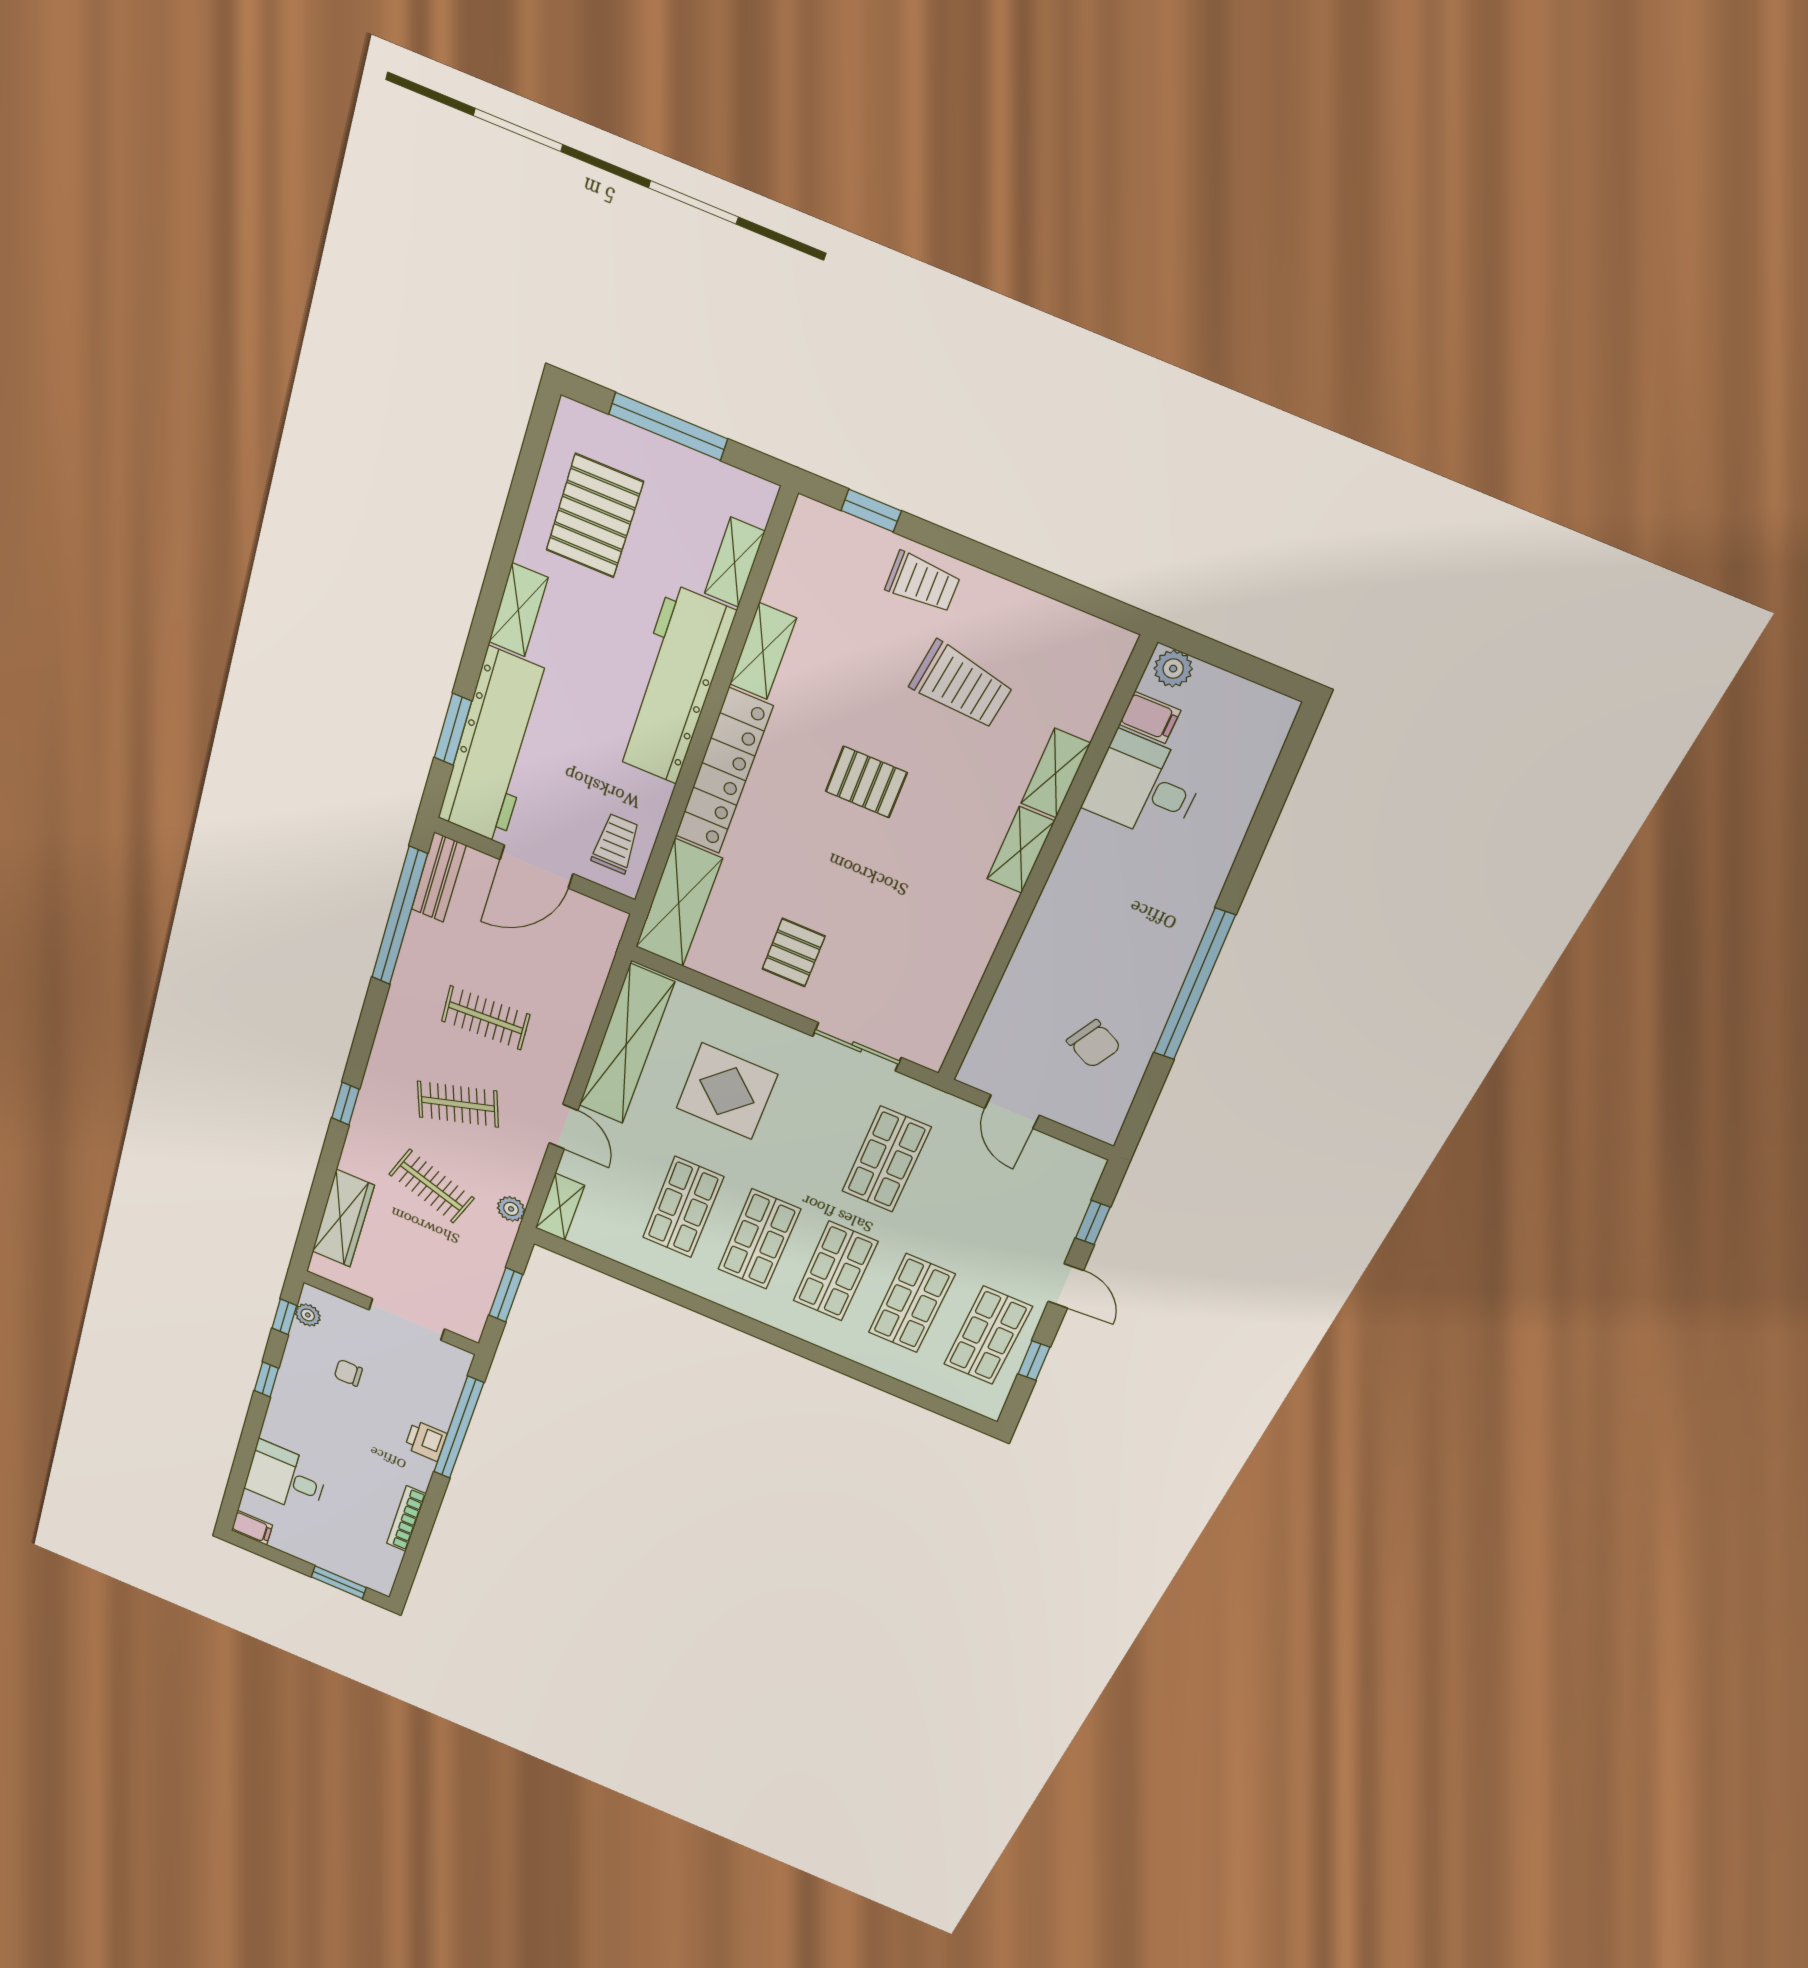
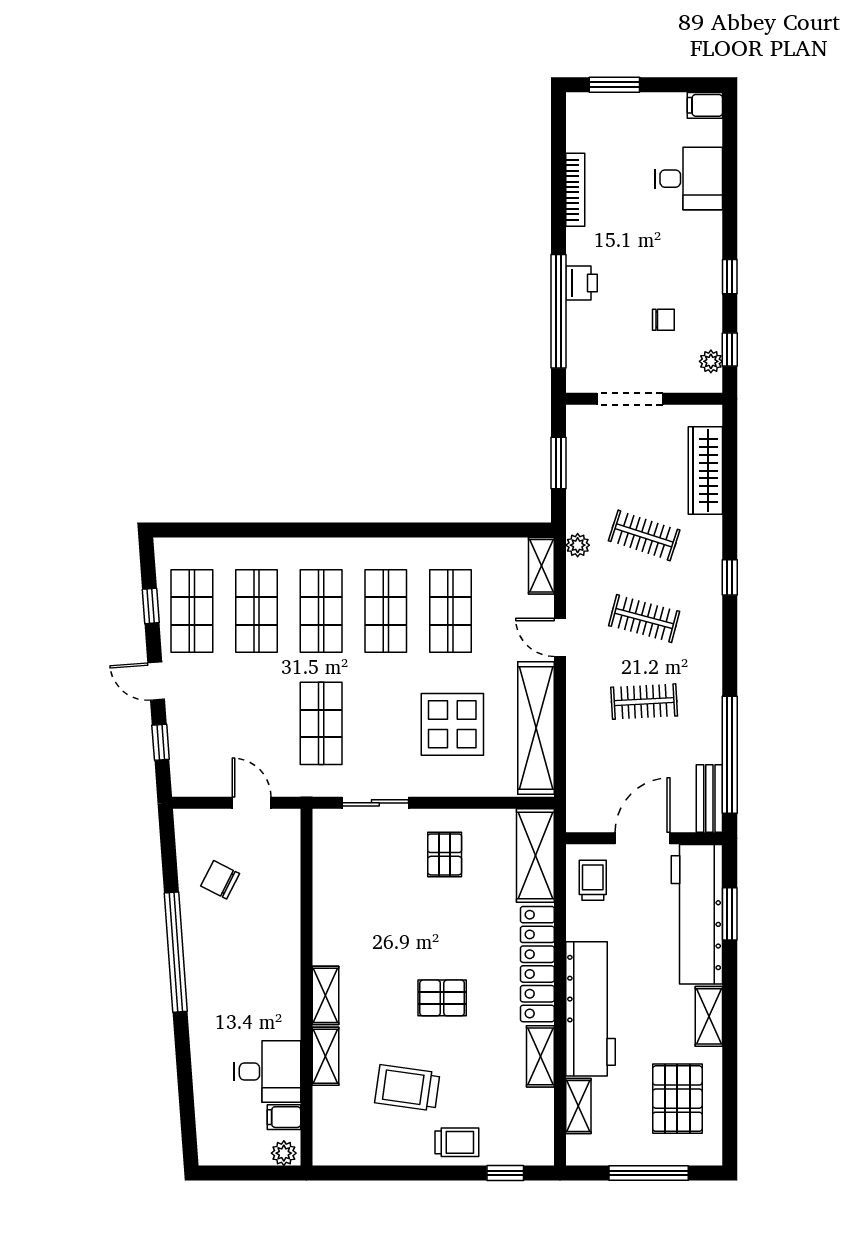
trolley: (923, 582) -> (457, 1142), turned 180
trolley: (616, 844) -> (593, 880), turned 180
clothes rail: (458, 1104) -> (644, 618), turned 33

